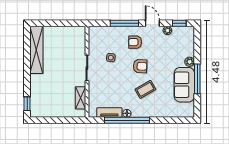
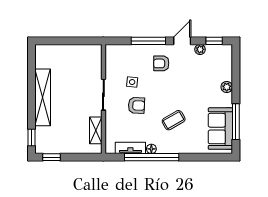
door: (152, 23) -> (182, 41), hinge flipped
shelving: (36, 50) -> (43, 97), moved
armchair: (140, 66) -> (136, 105), moved
window: (197, 79) -> (236, 122), moved
sofa: (184, 85) -> (220, 129), moved
window: (44, 120) -> (51, 157), added

